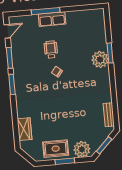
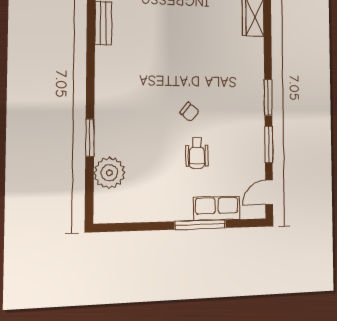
row of seats: (52, 19) -> (217, 208), moved
plant: (100, 59) -> (109, 173), moved

